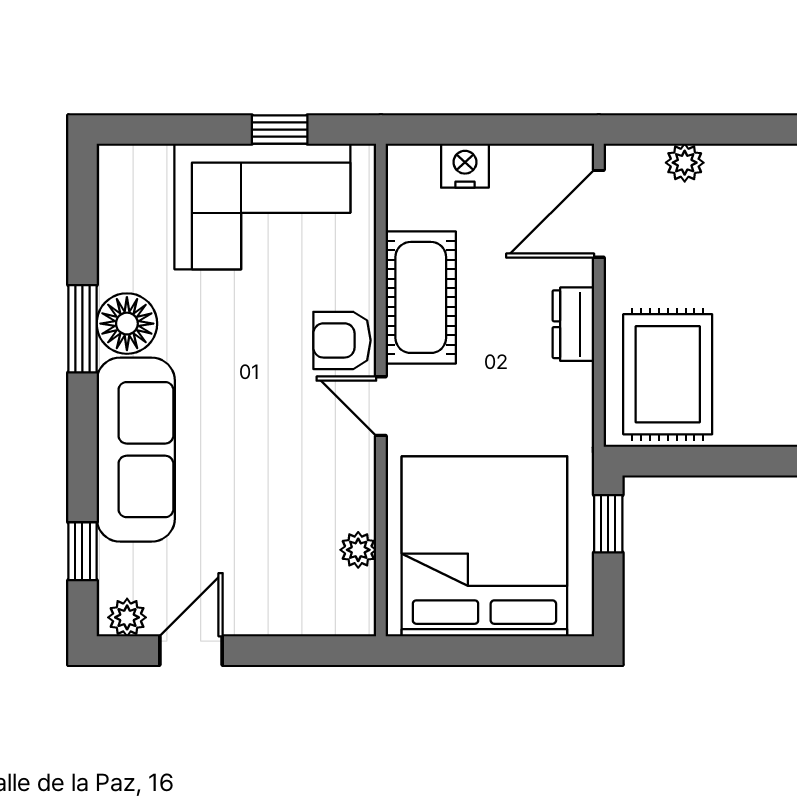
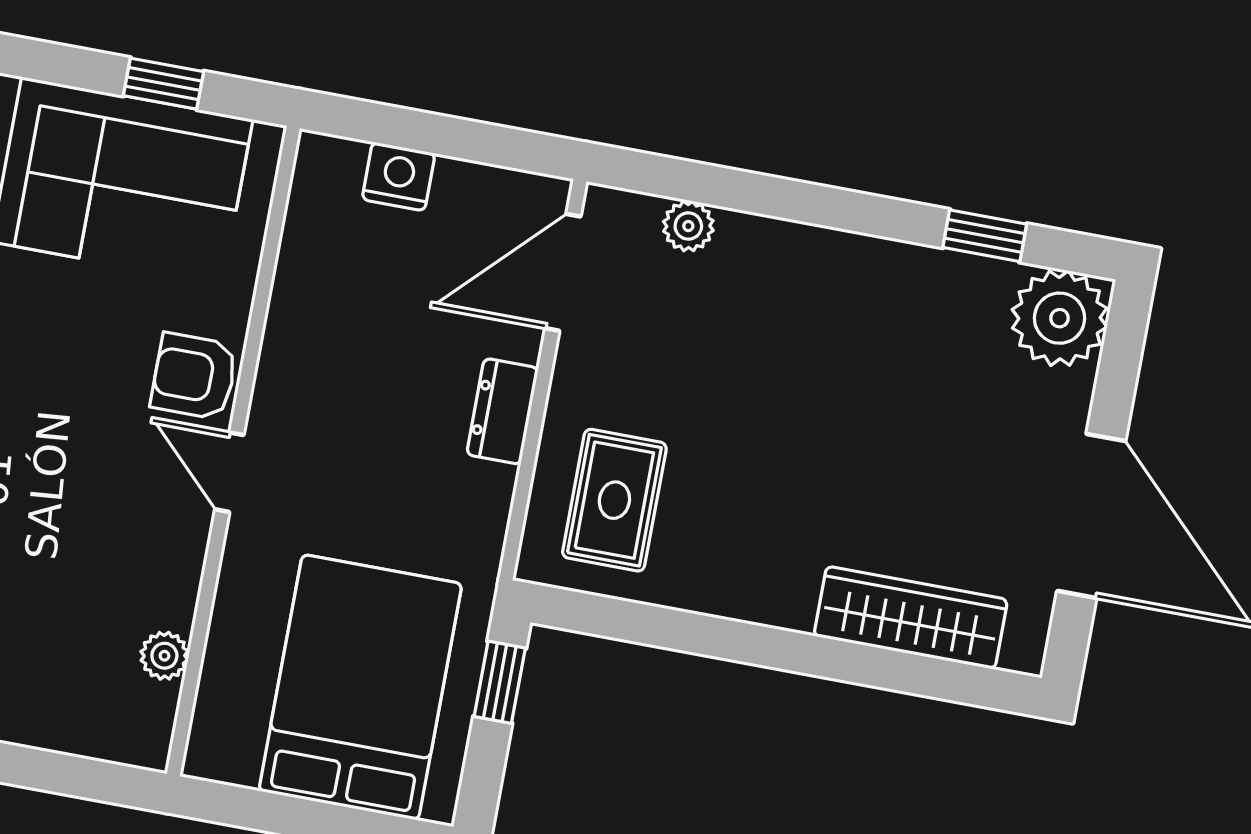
cot: (421, 297) -> (308, 339), removed
rug: (668, 374) -> (614, 500), width x0.73, depth x0.70
bed: (484, 546) -> (360, 687), width x0.73

